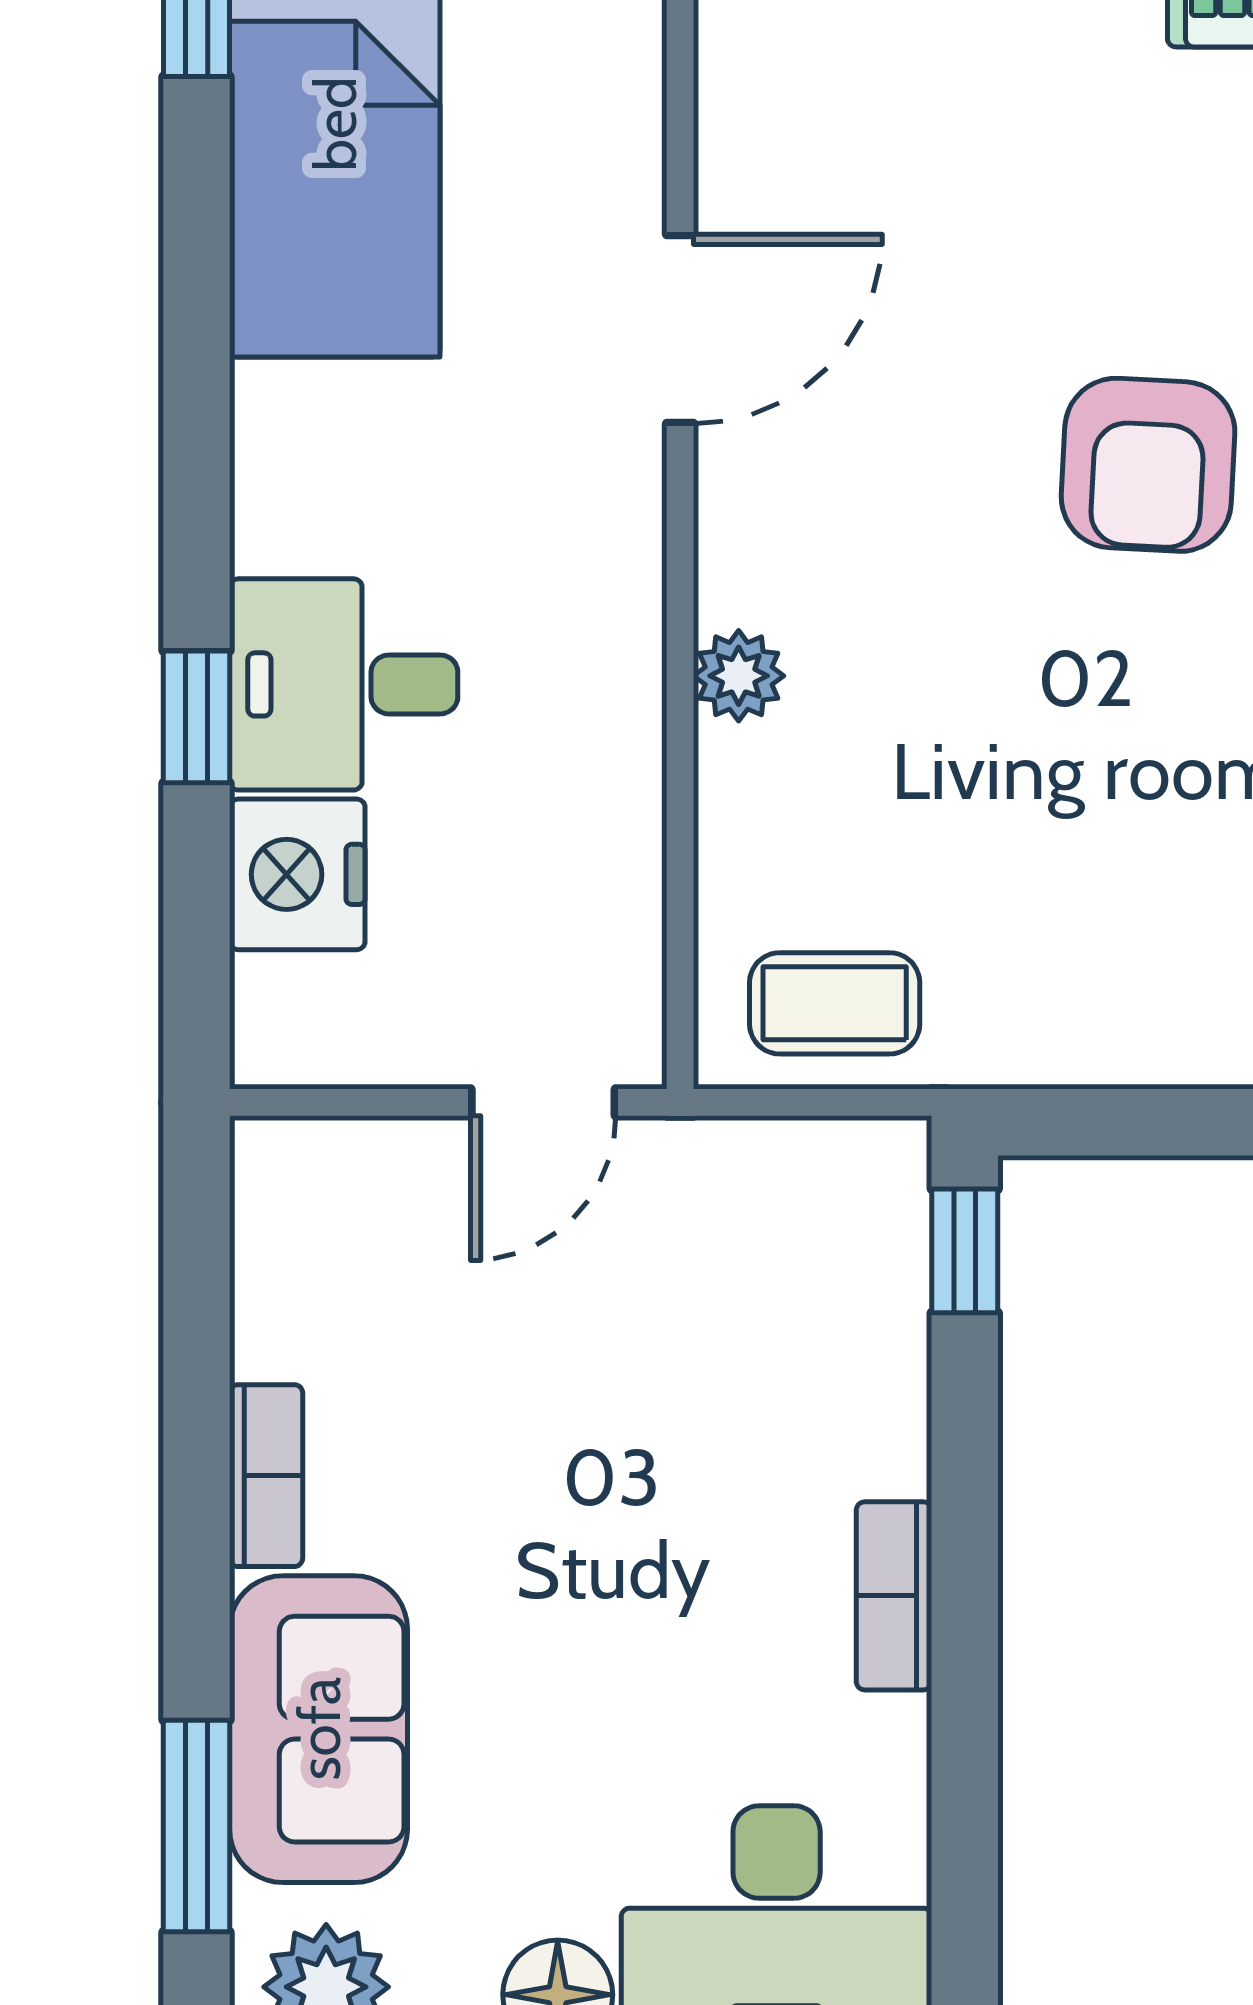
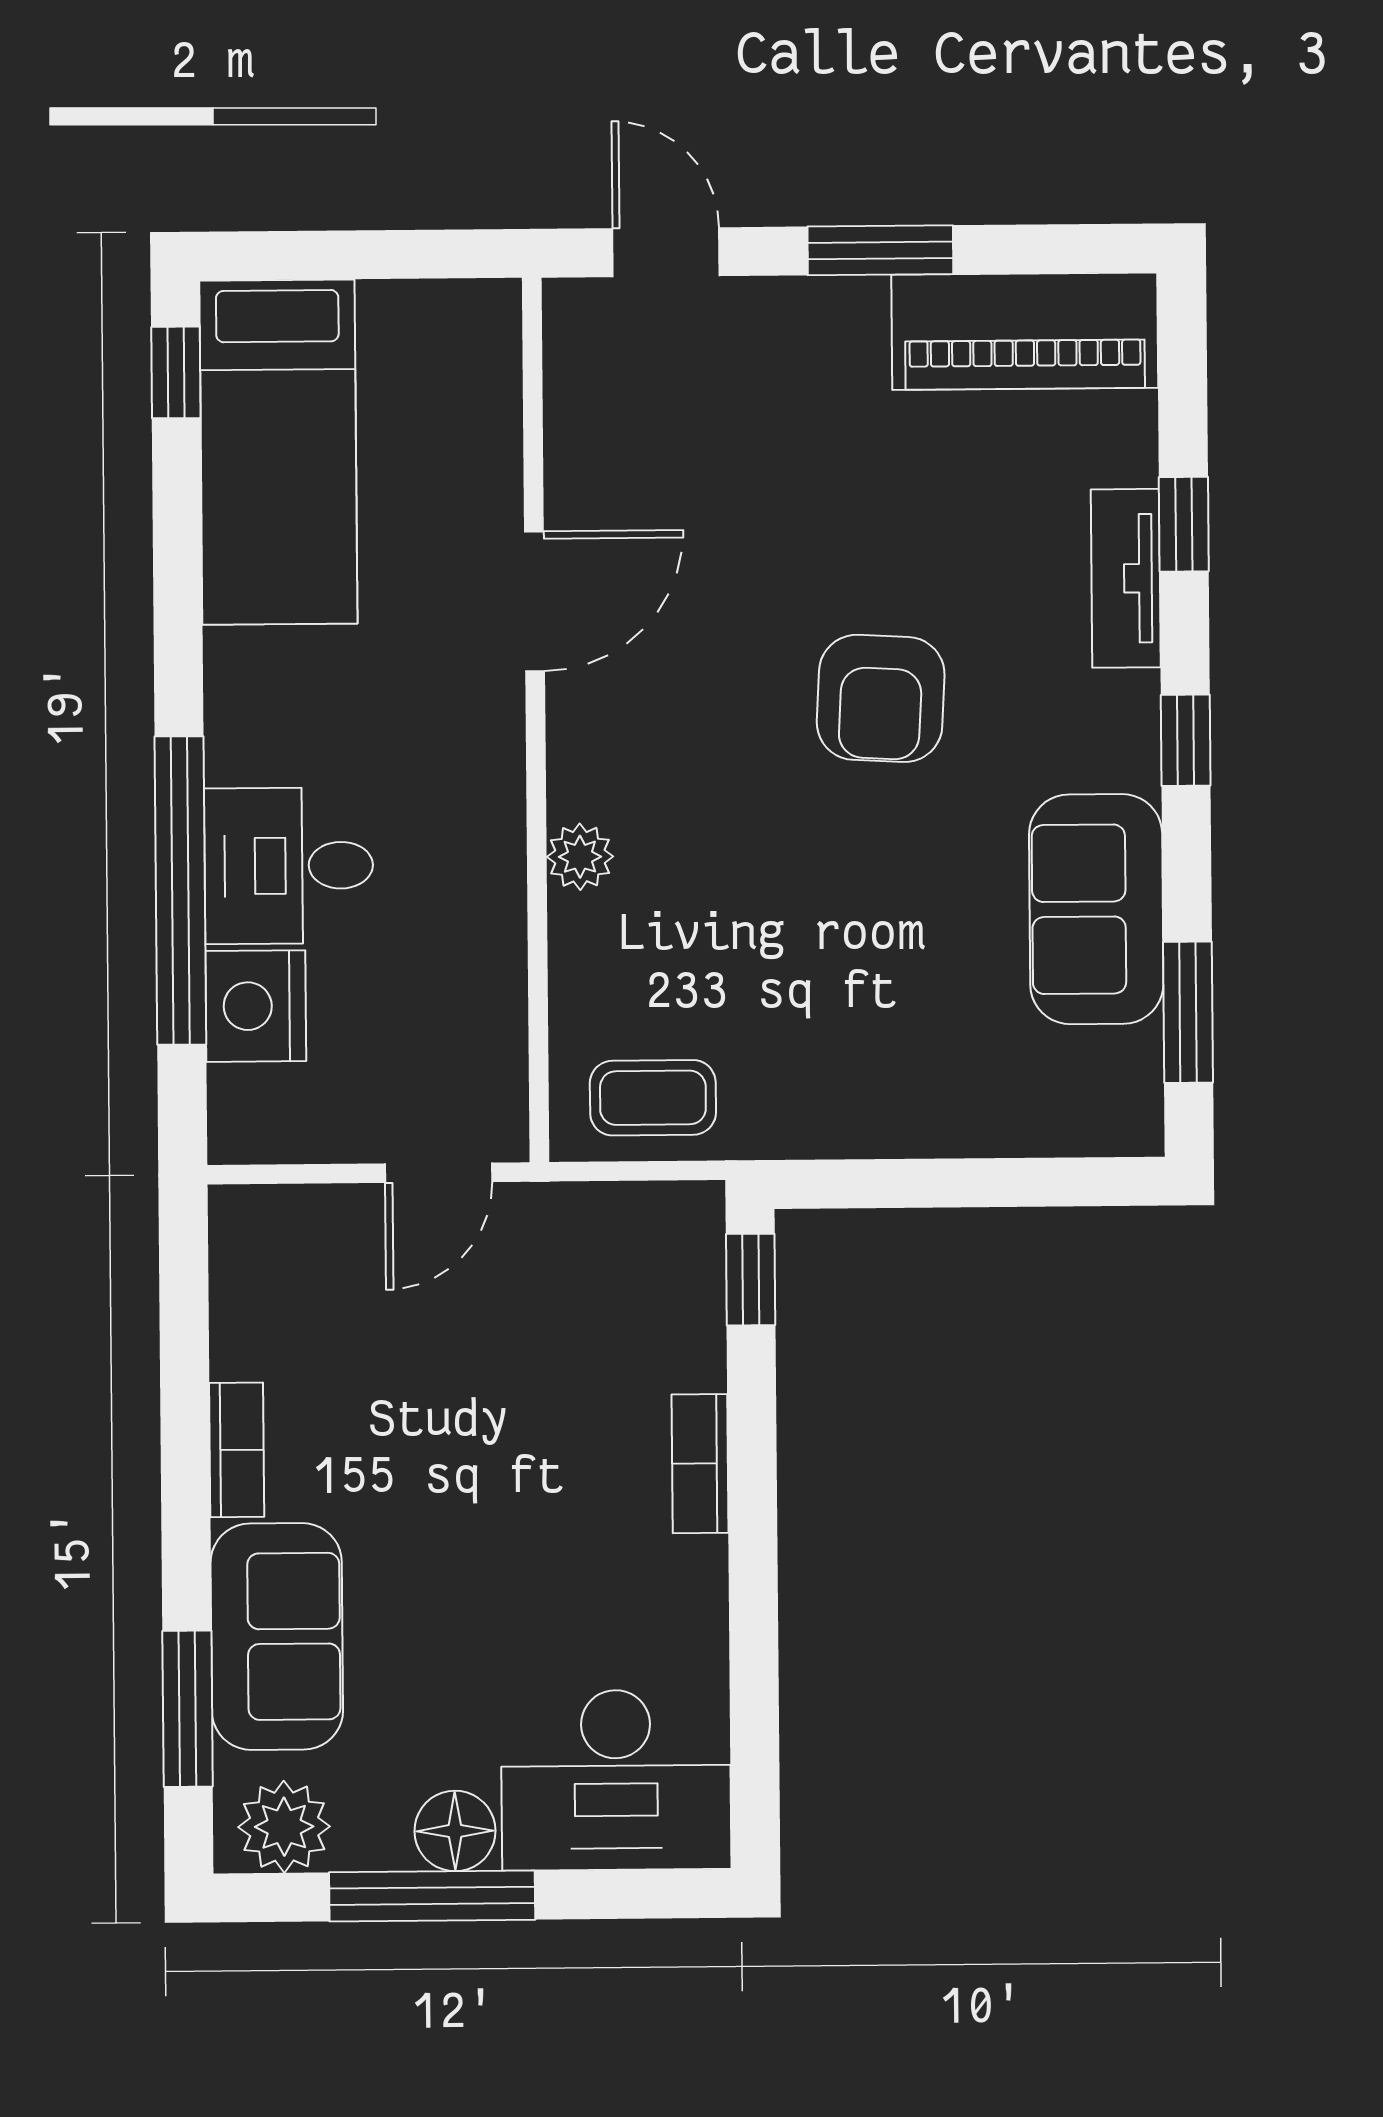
window: (197, 717) -> (180, 890), width x3.17
bookcase: (894, 1596) -> (700, 1464), moved

